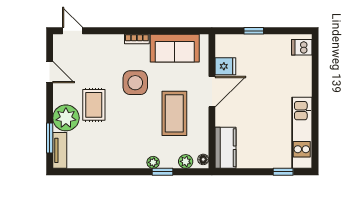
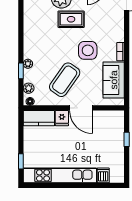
dishwasher: (302, 47) -> (103, 175), moved
fridge: (225, 66) -> (62, 118), moved
coffee table: (174, 113) -> (65, 80), turned -55
kitchen unit: (302, 133) -> (60, 175), width x1.36

